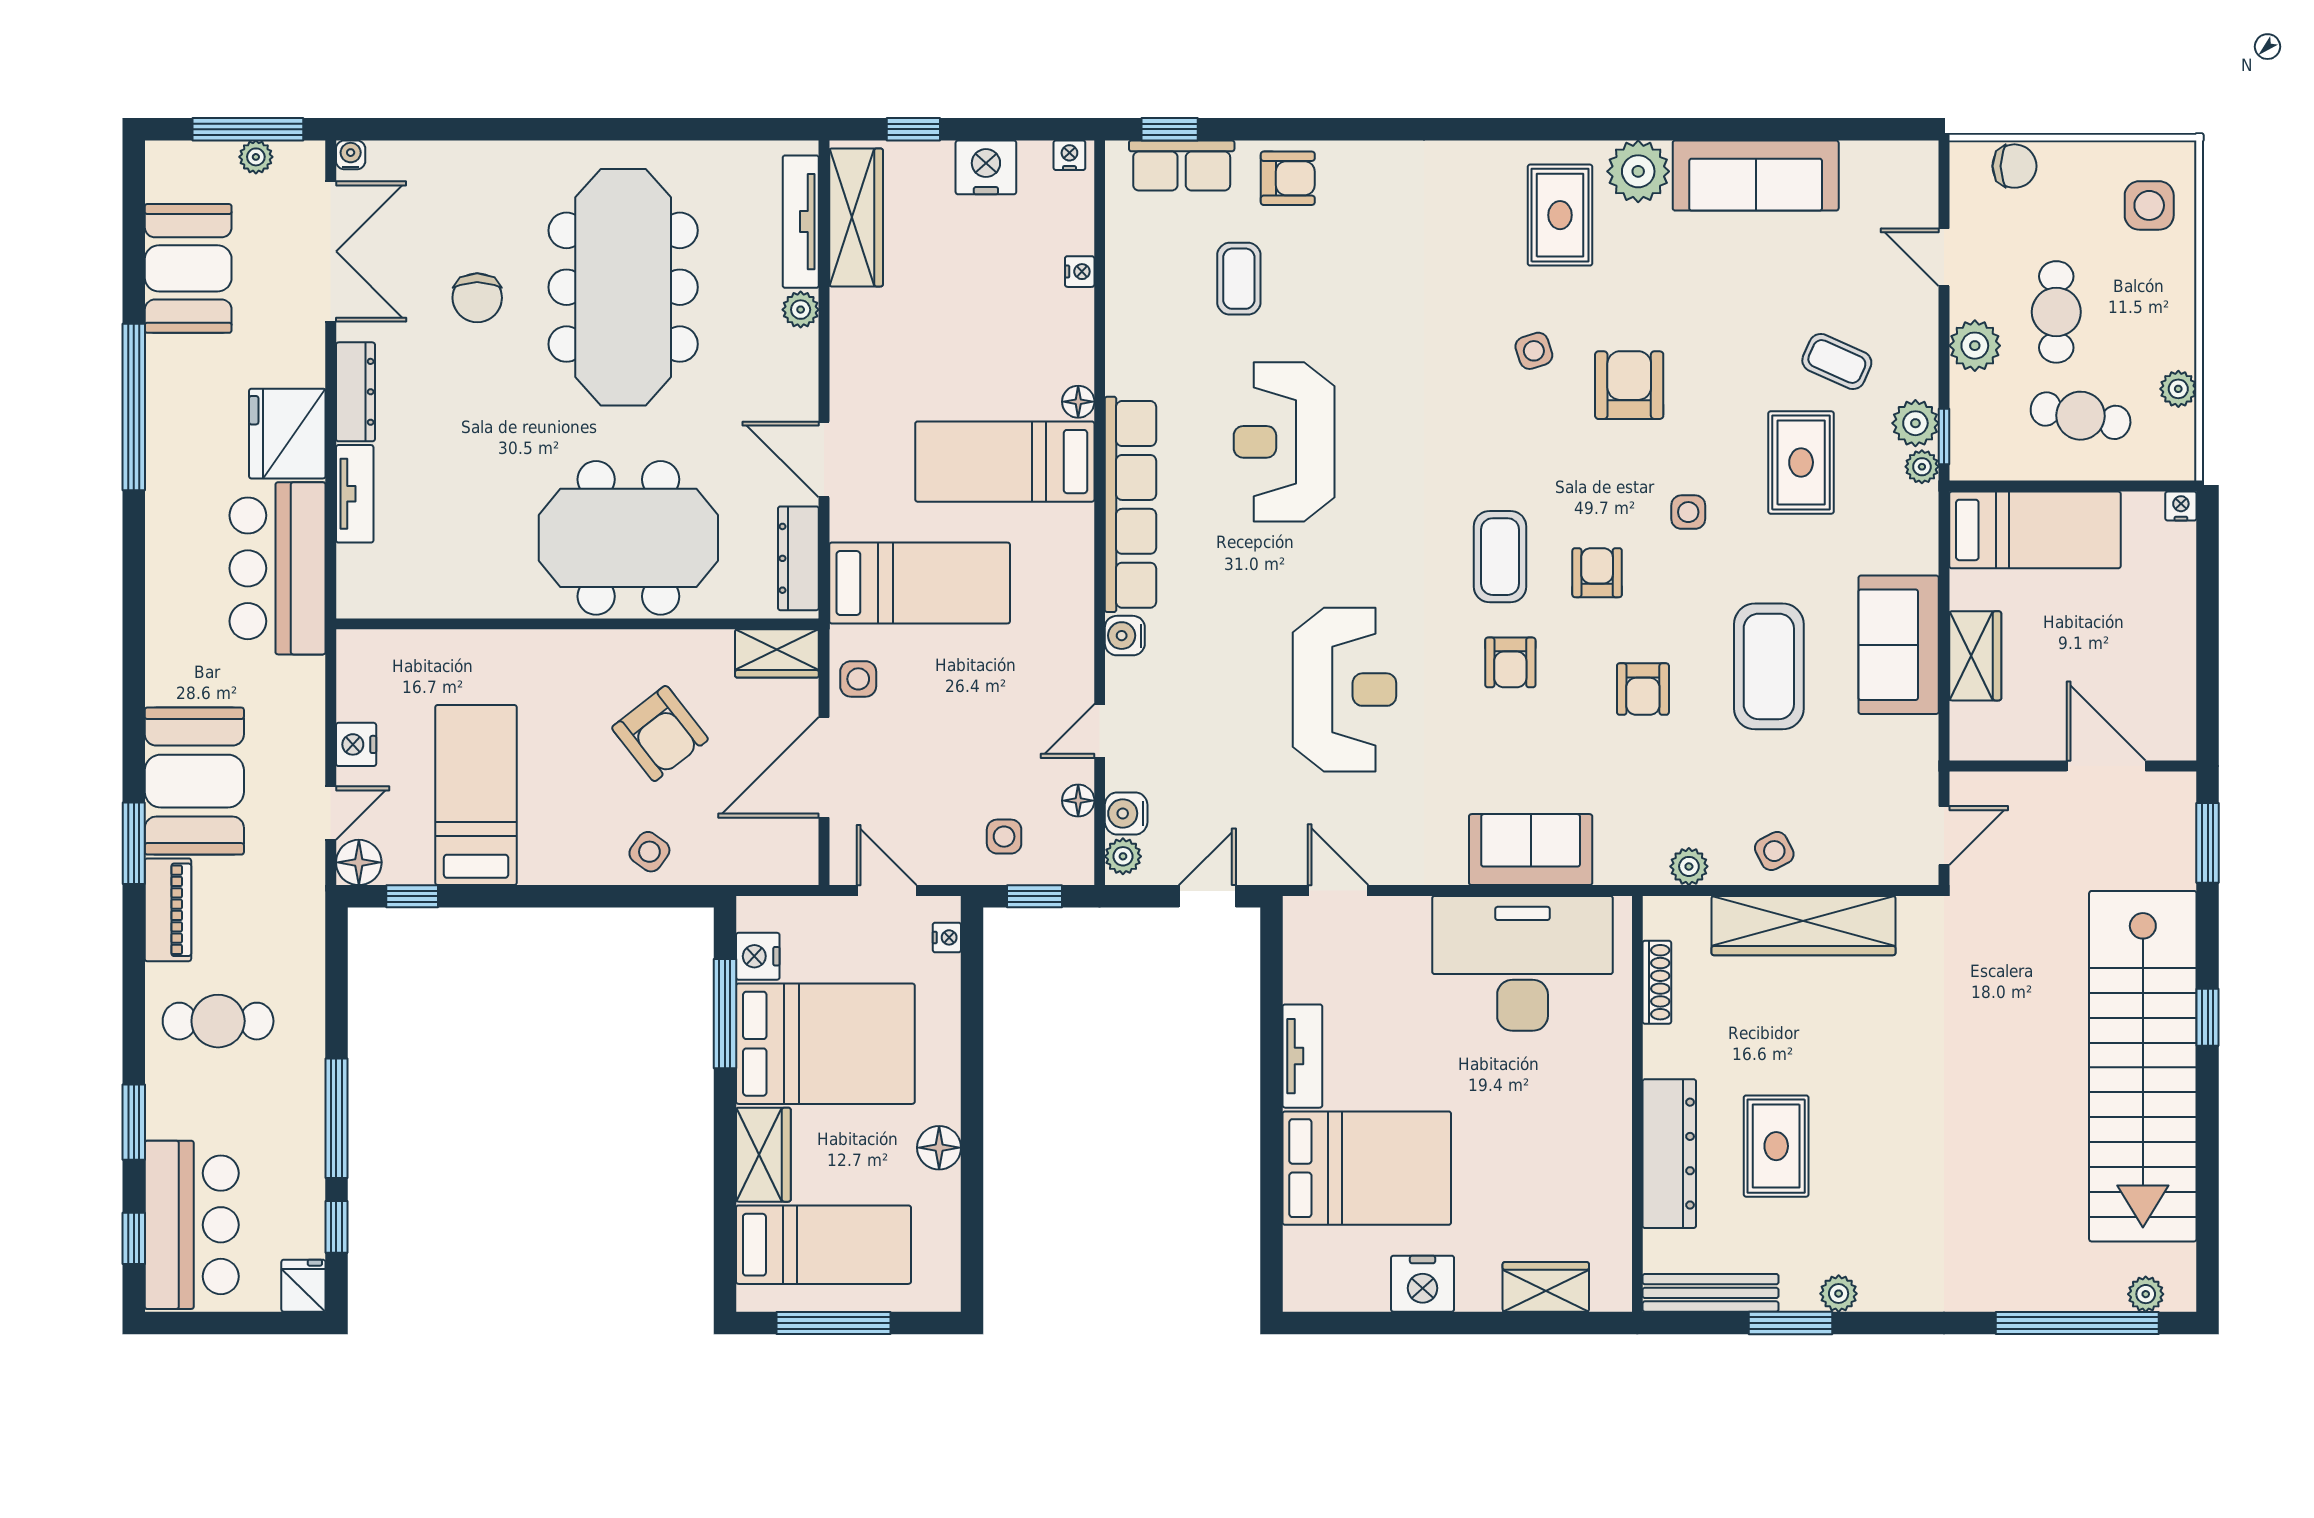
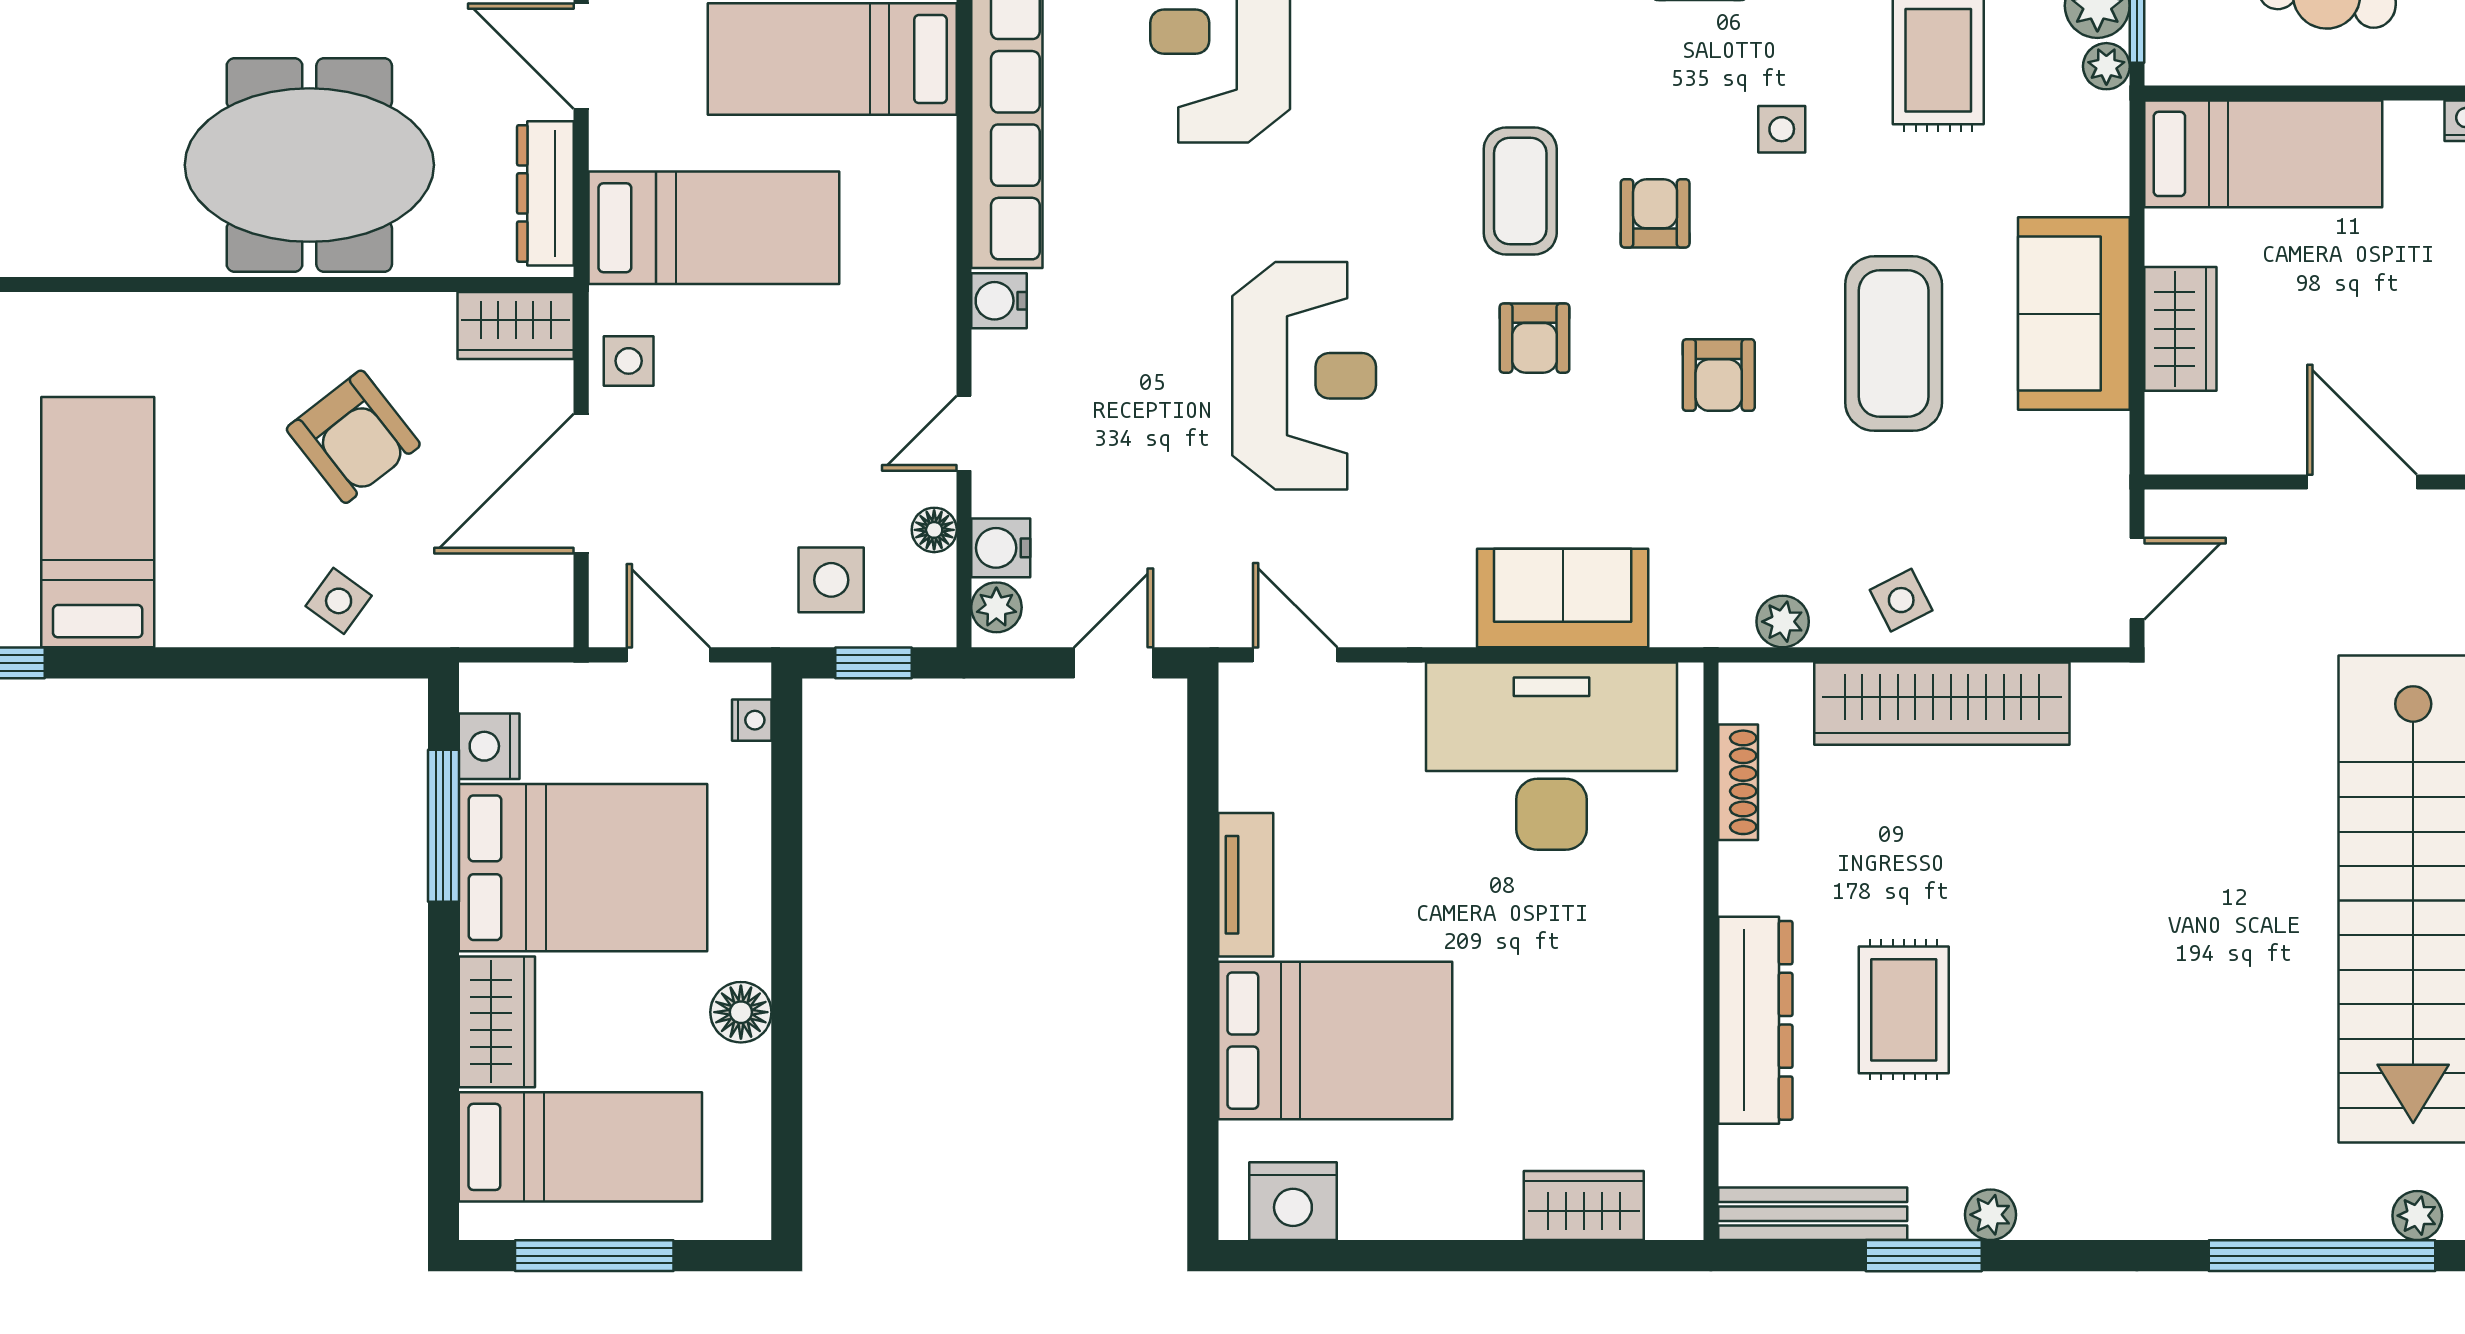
side table: (1004, 837) -> (831, 580), width x1.37, depth x1.37
nightstand: (1423, 1284) -> (1293, 1201), moved

